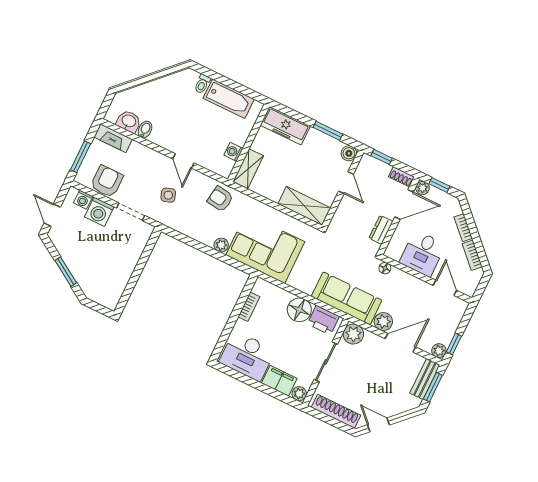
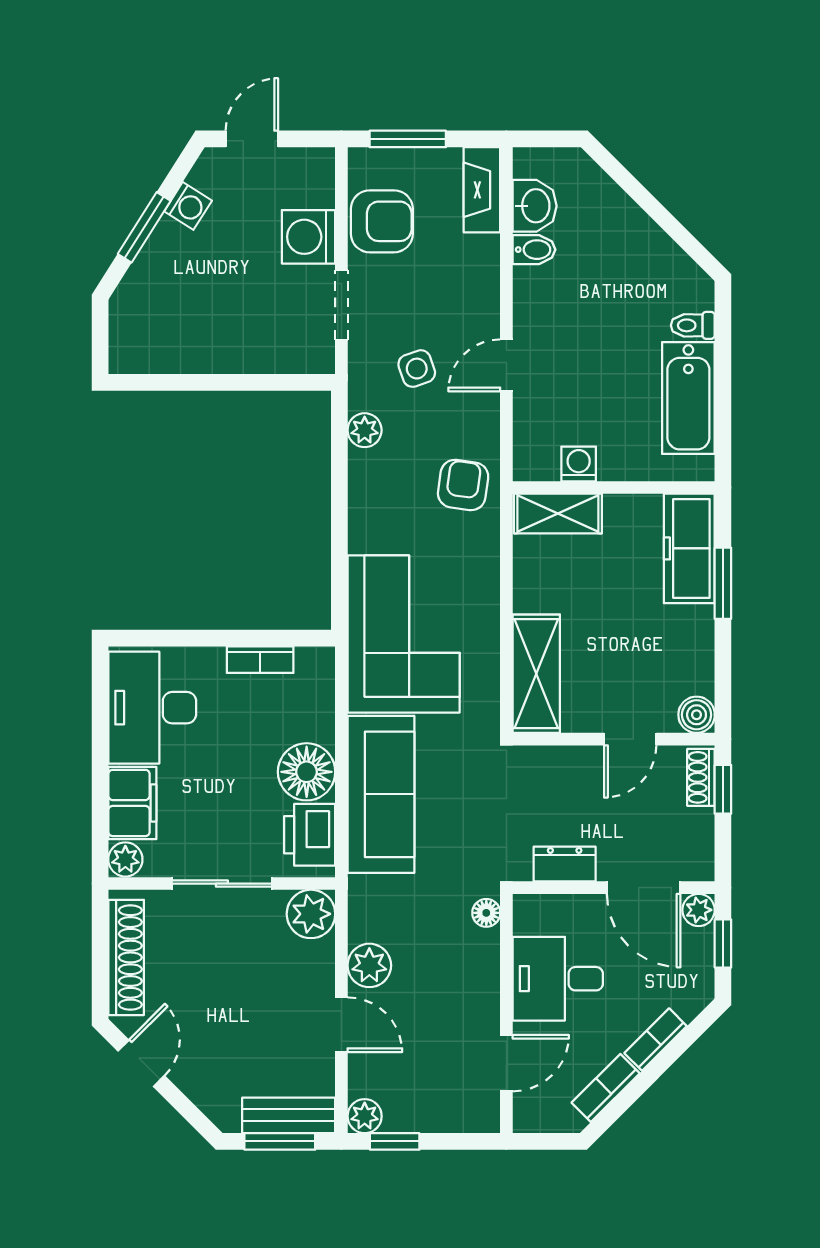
window: (328, 131) -> (723, 583), moved
shoe rack: (402, 177) -> (701, 777), moved
washing machine: (83, 200) -> (188, 206), moved, turned -148
plant: (221, 245) -> (365, 430), moved
sofa: (347, 298) -> (381, 794), moved
door: (400, 343) -> (341, 1025), width x0.73

